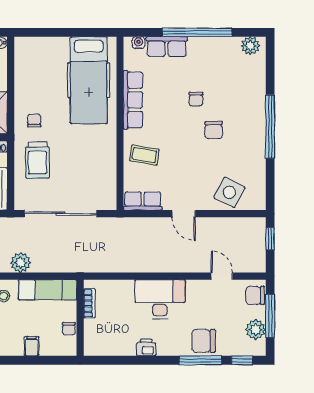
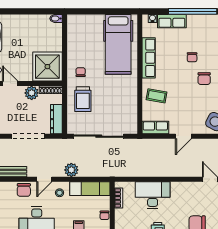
door: (184, 214) -> (183, 136), hinge flipped
desk: (160, 299) -> (153, 195), moved

